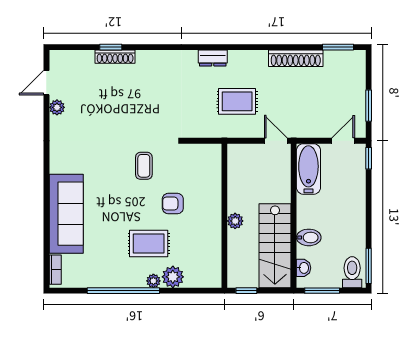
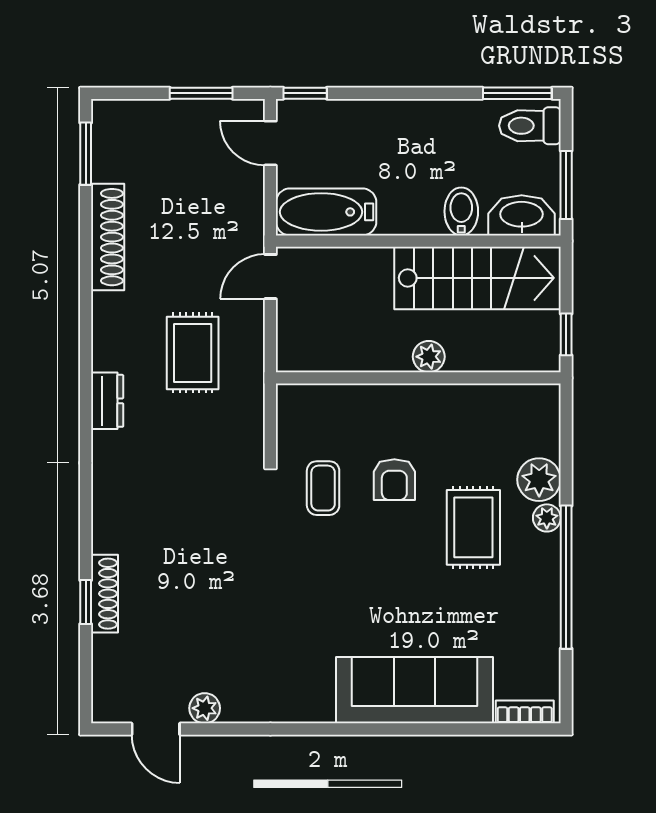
coffee table: (144, 166) -> (323, 488), moved, turned 90
washbasin: (304, 268) -> (522, 215), width x1.91, depth x1.45

